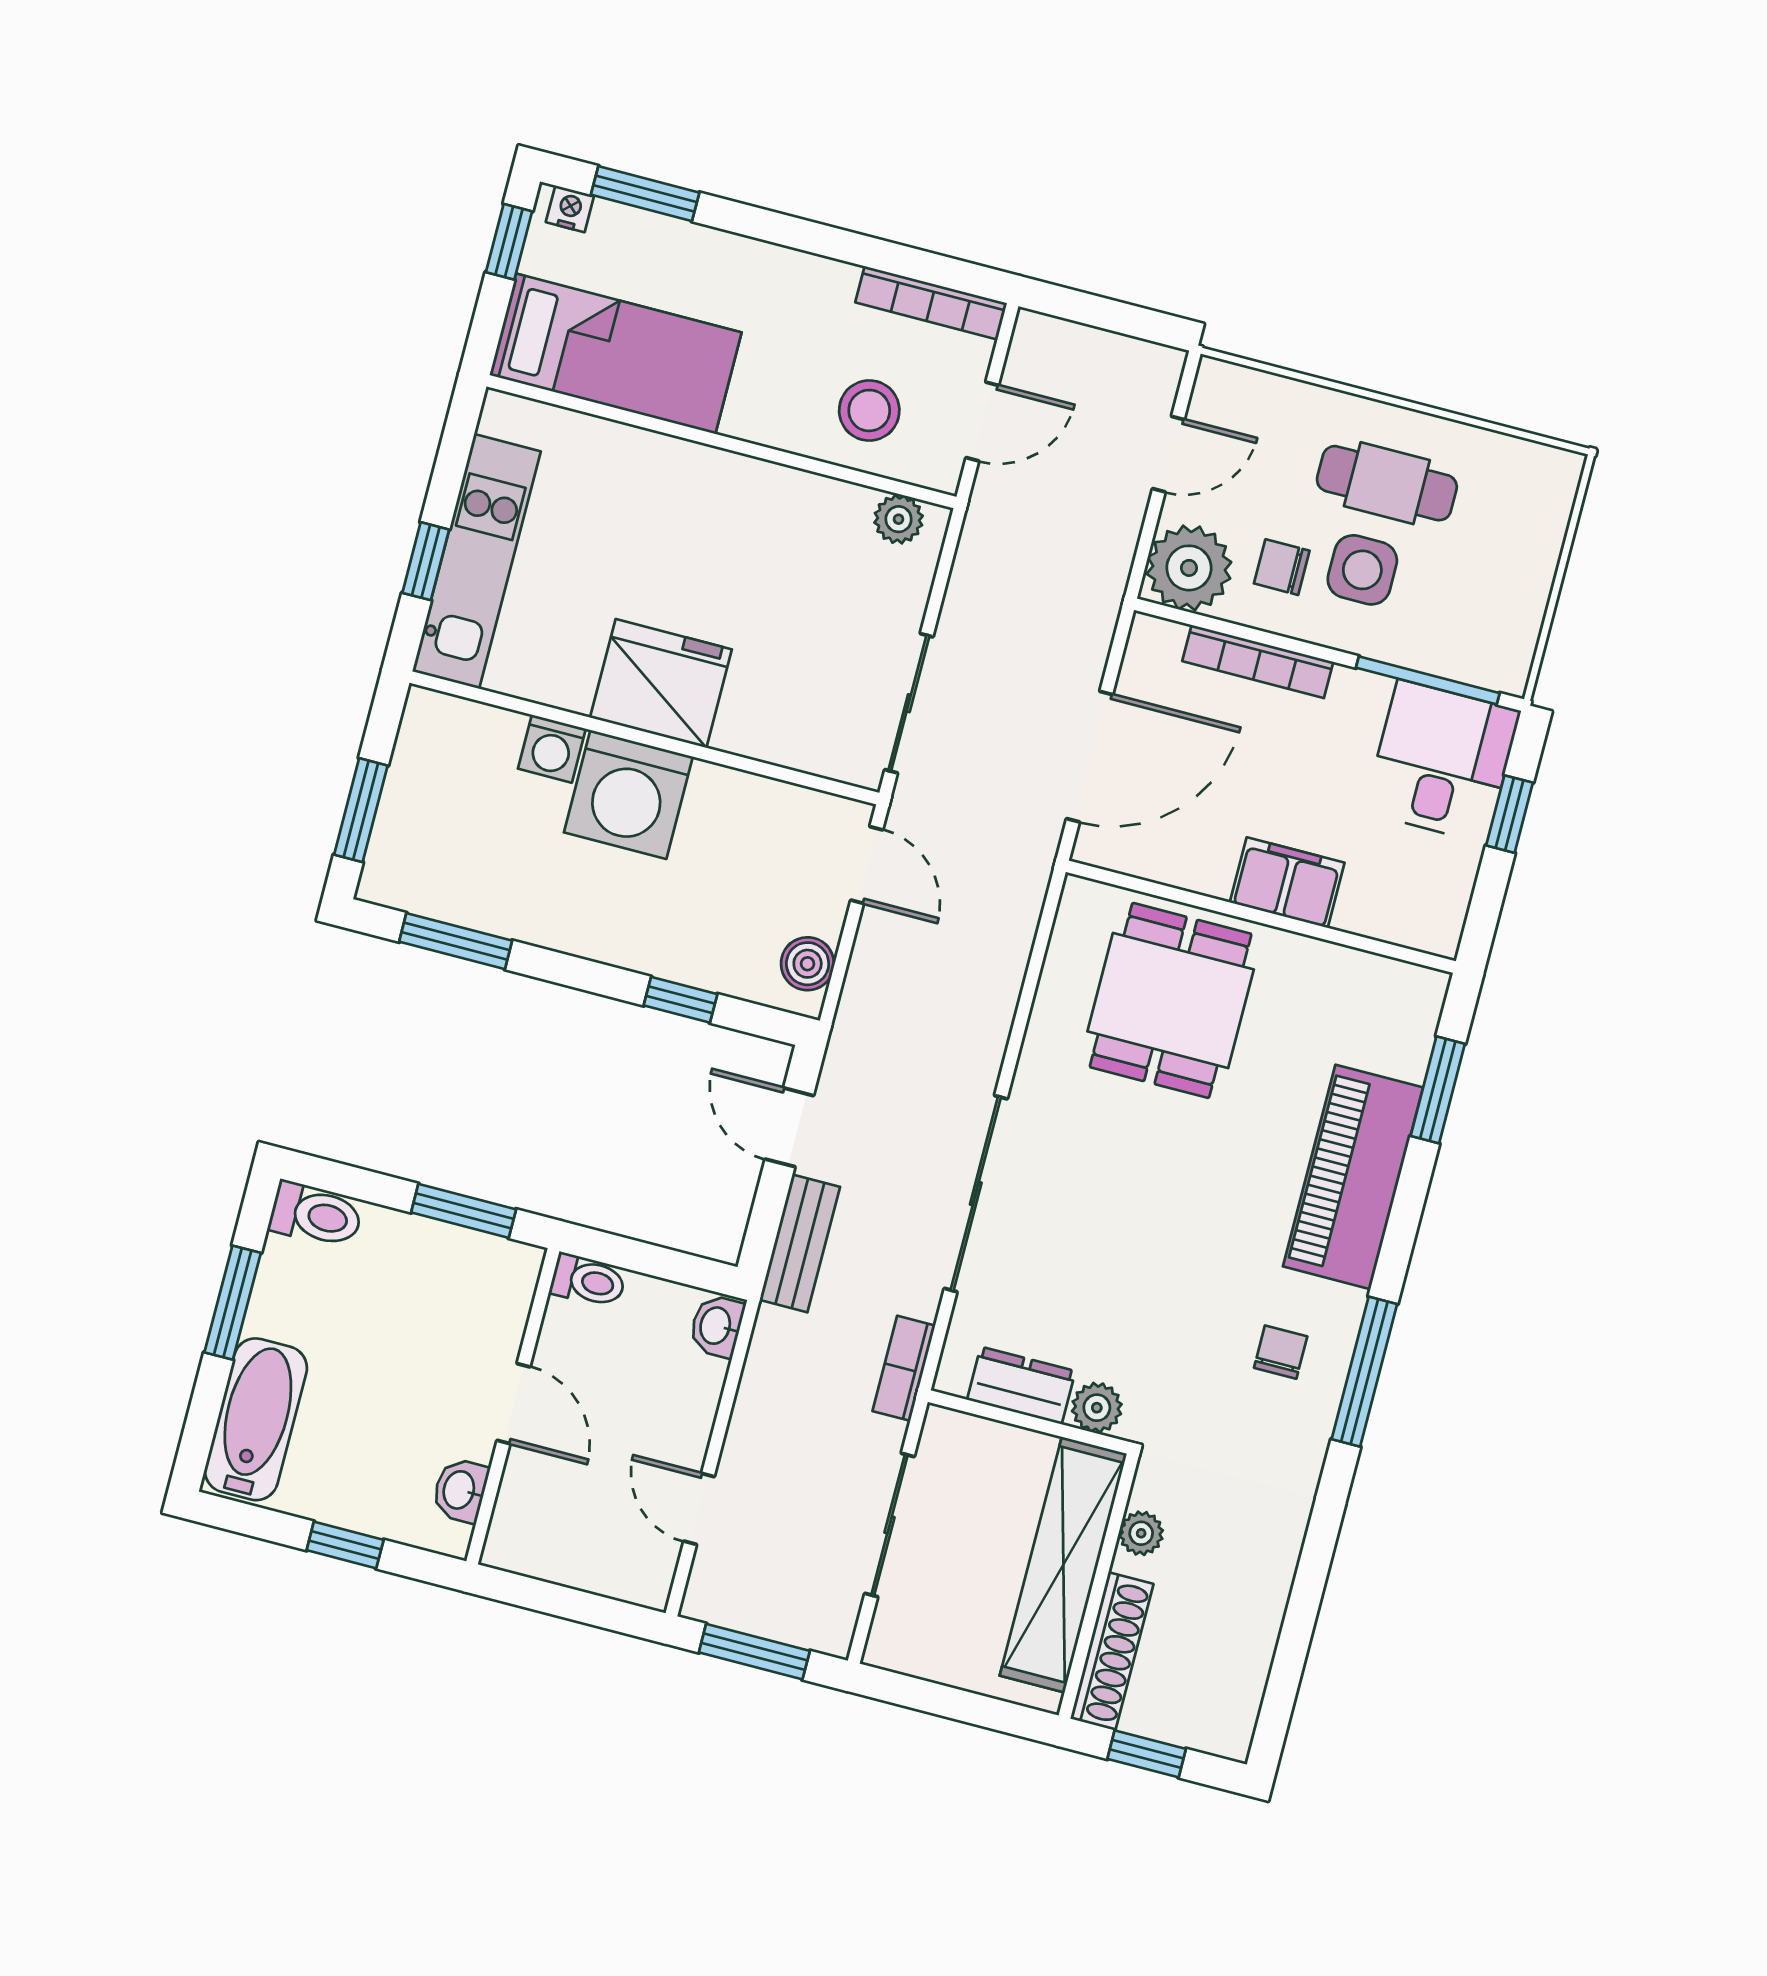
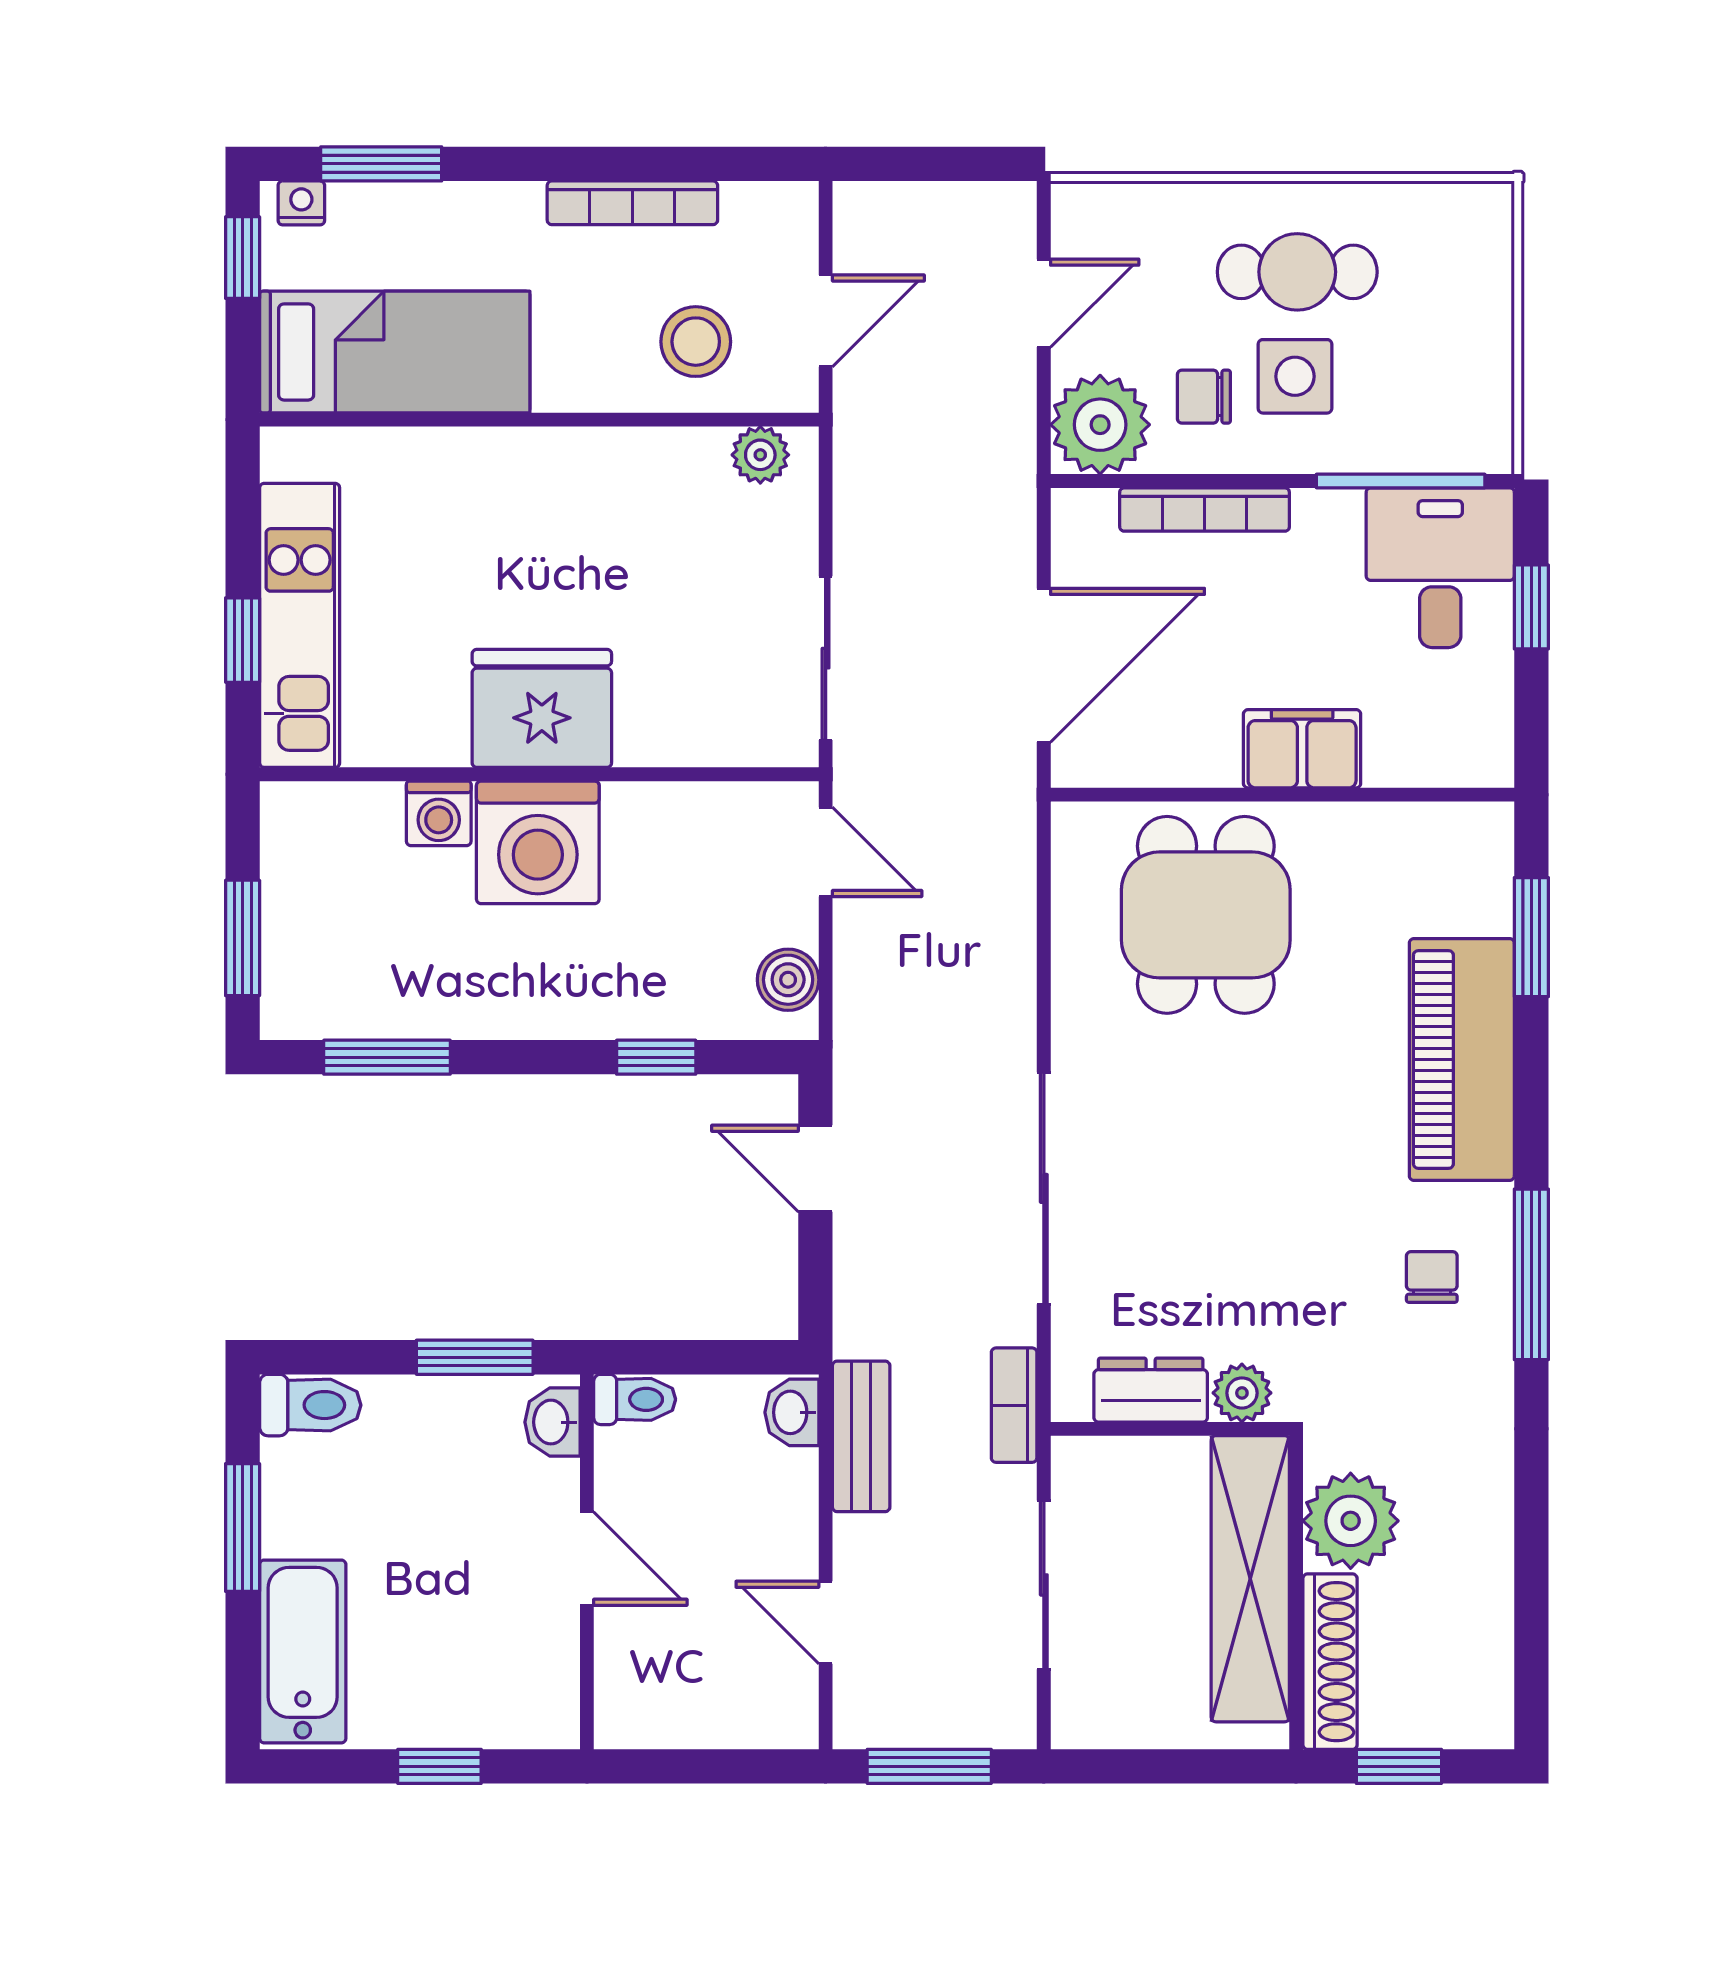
bookcase: (931, 303) -> (632, 203), moved
bench: (800, 1243) -> (861, 1436), moved
washbasin: (460, 1490) -> (552, 1422), moved
plant: (1141, 1533) -> (1351, 1521), width x1.88, depth x1.88

